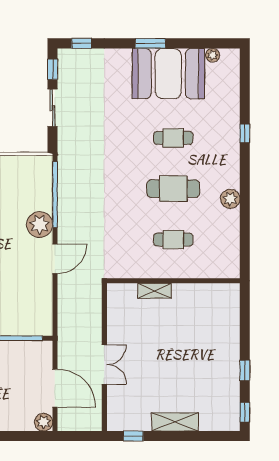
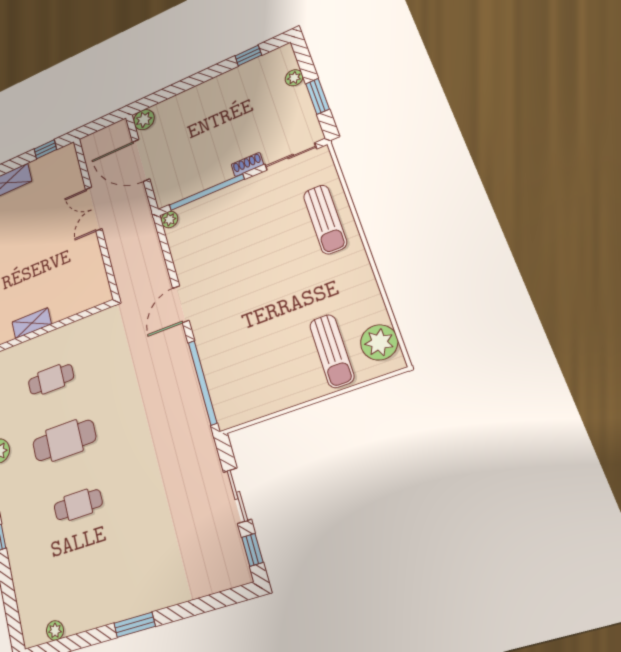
window: (82, 43) -> (224, 599), removed
booth: (168, 74) -> (103, 589), removed
plant: (40, 224) -> (169, 219), moved, width x0.53, depth x0.53
shelving: (155, 291) -> (32, 323), moved

